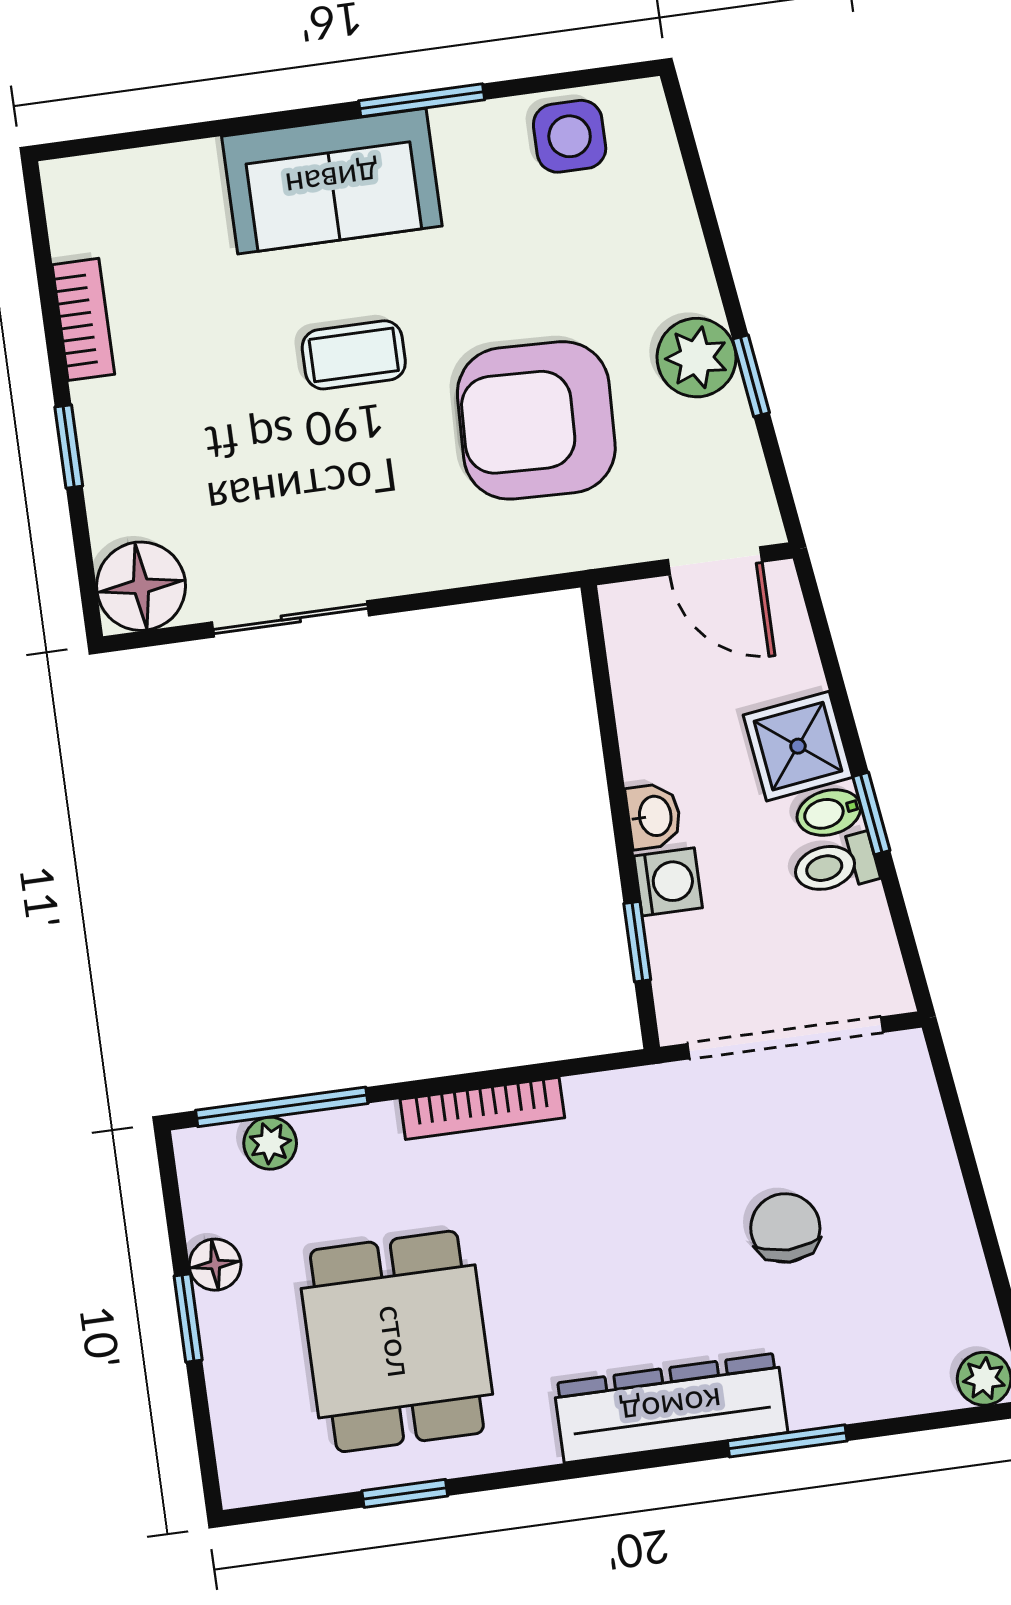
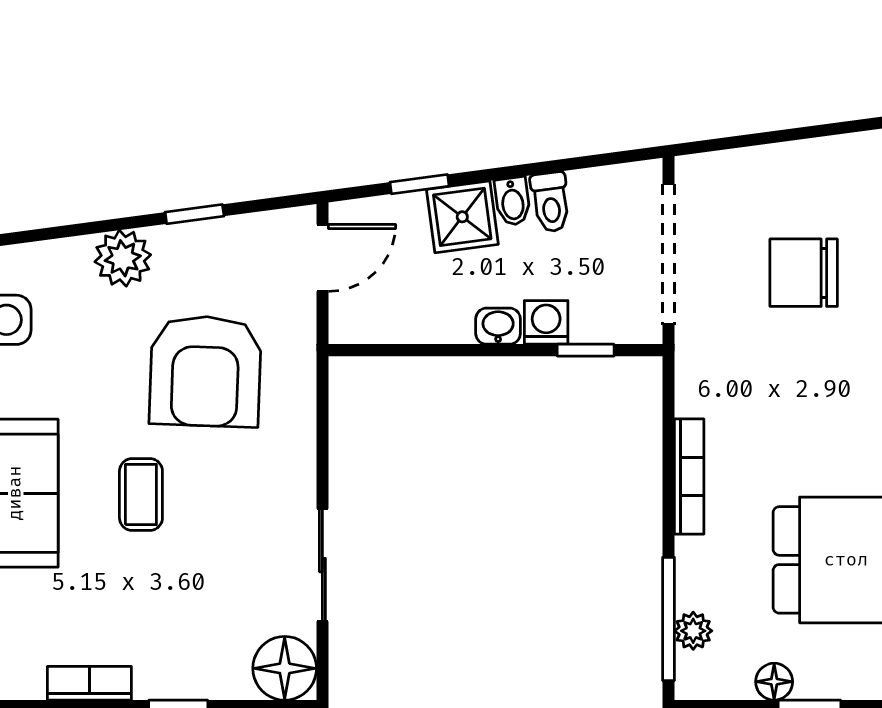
plant: (697, 358) -> (123, 258), moved
window: (871, 814) -> (419, 184), moved
chair: (785, 1228) -> (804, 273), width x1.37, depth x1.37

